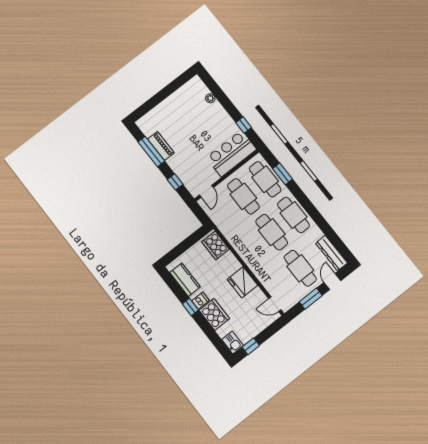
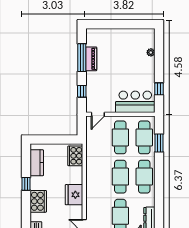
dishwasher: (200, 301) -> (36, 185), removed

